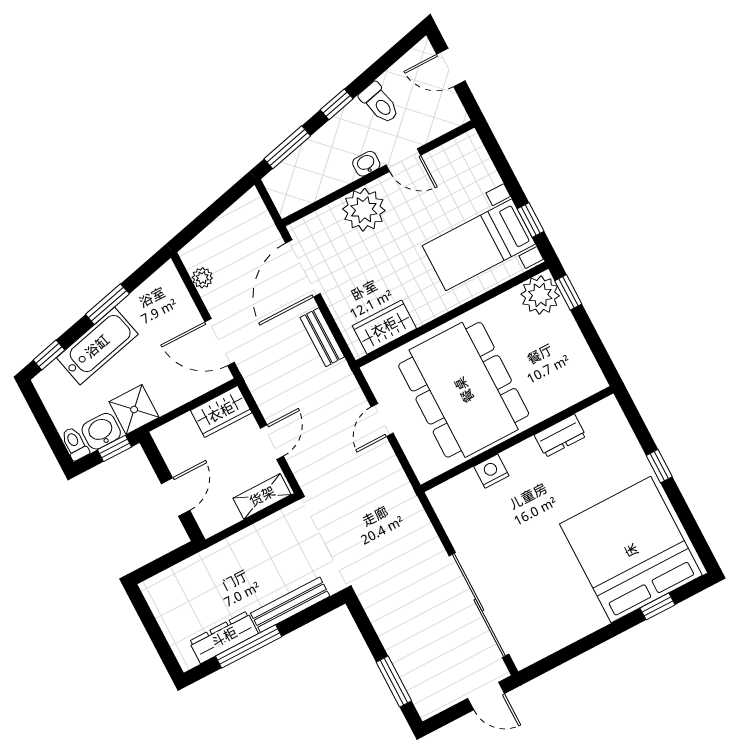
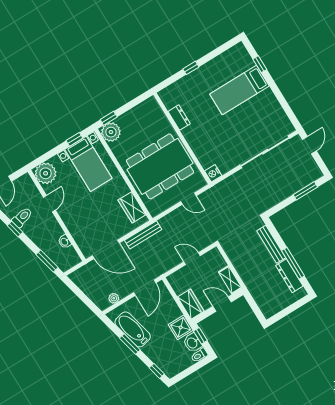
window: (337, 104) -> (15, 229), moved
washbasin: (366, 164) -> (65, 242), moved
plant: (364, 210) -> (46, 173), moved
bench: (322, 337) -> (143, 235), width x1.36
bathtub: (97, 346) -> (133, 329), moved
wardrobe: (221, 412) -> (191, 304), moved
door: (382, 420) -> (188, 199), moved
nightstand: (491, 471) -> (213, 173), moved
shelving: (262, 496) -> (230, 280), moved
bed: (631, 550) -> (239, 90), width x0.49

